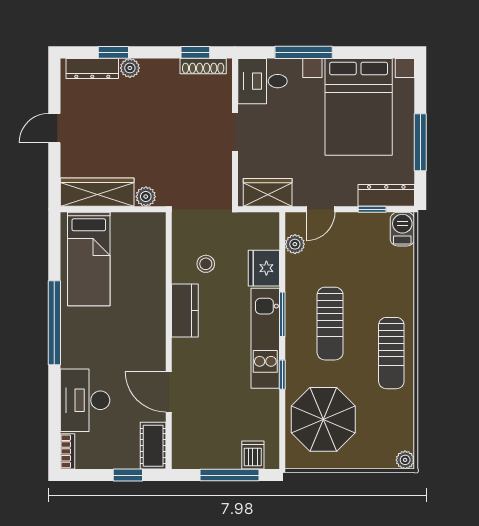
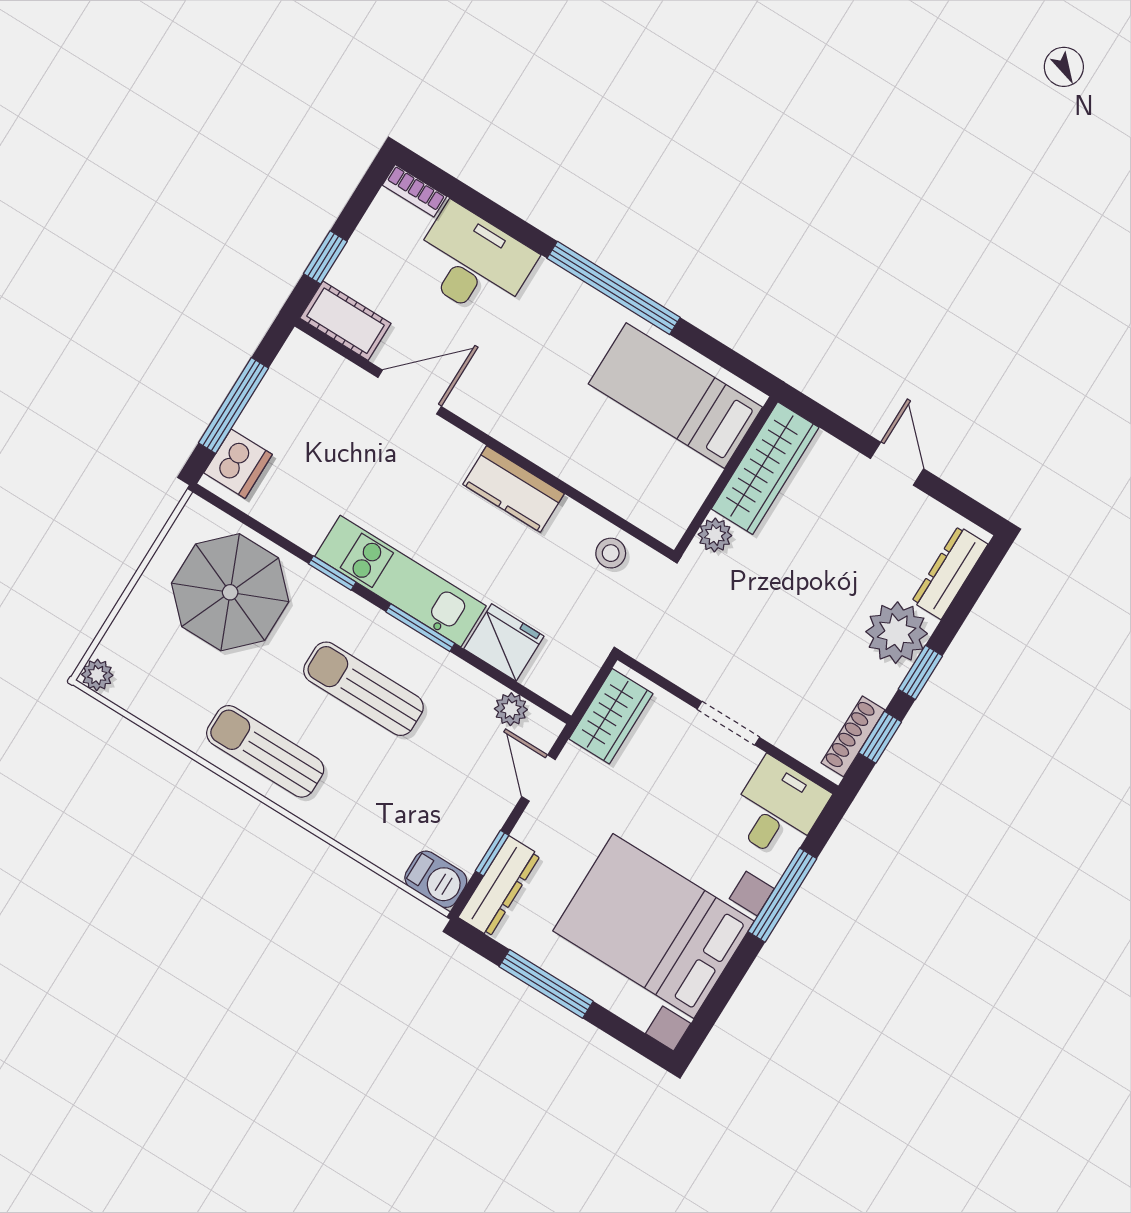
window: (113, 52) -> (920, 672), moved
plant: (130, 68) -> (897, 633), width x1.87, depth x1.87
stool: (206, 264) -> (611, 553), moved
dishwasher: (253, 455) -> (238, 464), width x1.38

